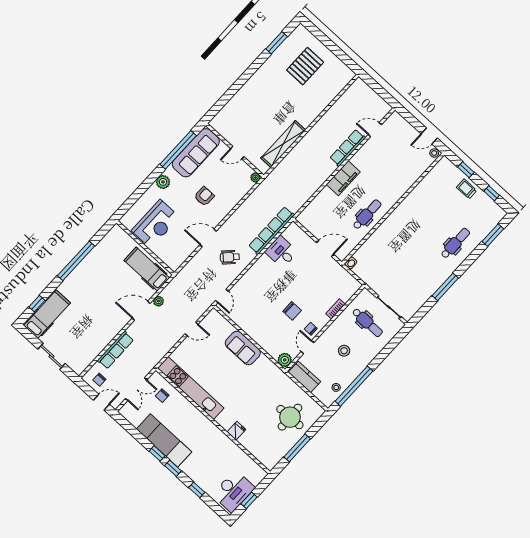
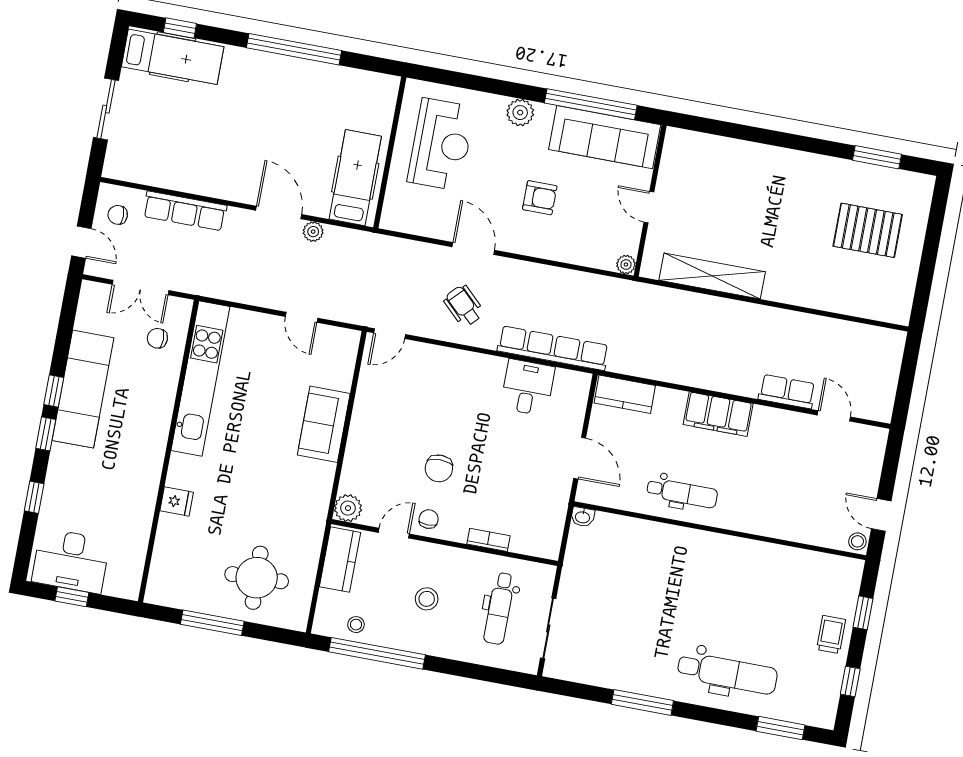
row of seats: (348, 148) -> (787, 392), width x0.68
kitchen counter: (310, 212) -> (625, 394), added
reception desk: (155, 224) -> (441, 144), turned -90
dental chair: (455, 243) -> (727, 673), width x1.36, depth x1.38

